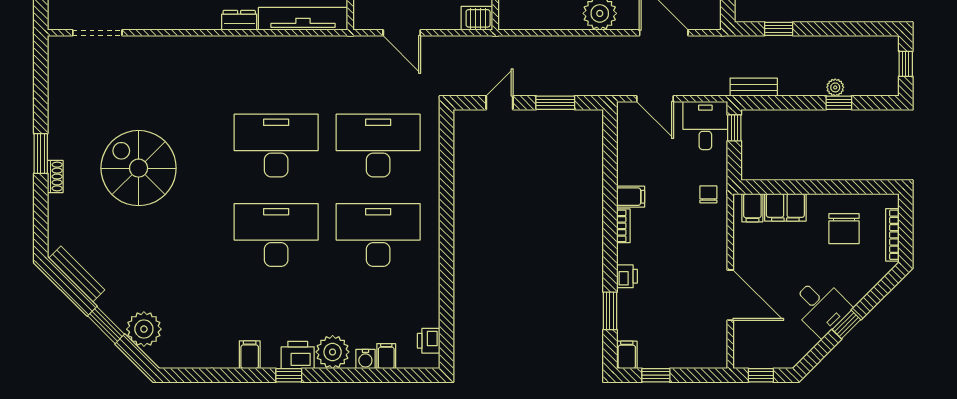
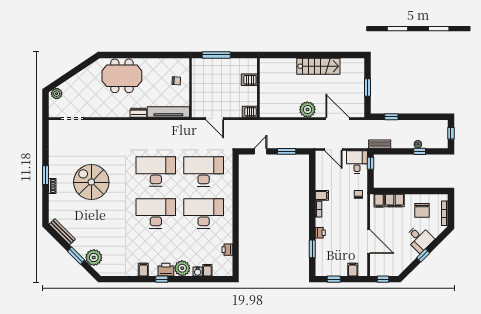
desk: (820, 307) -> (419, 238), moved
printer: (429, 341) -> (227, 250), moved
filing cabinet: (627, 355) -> (353, 270), moved

